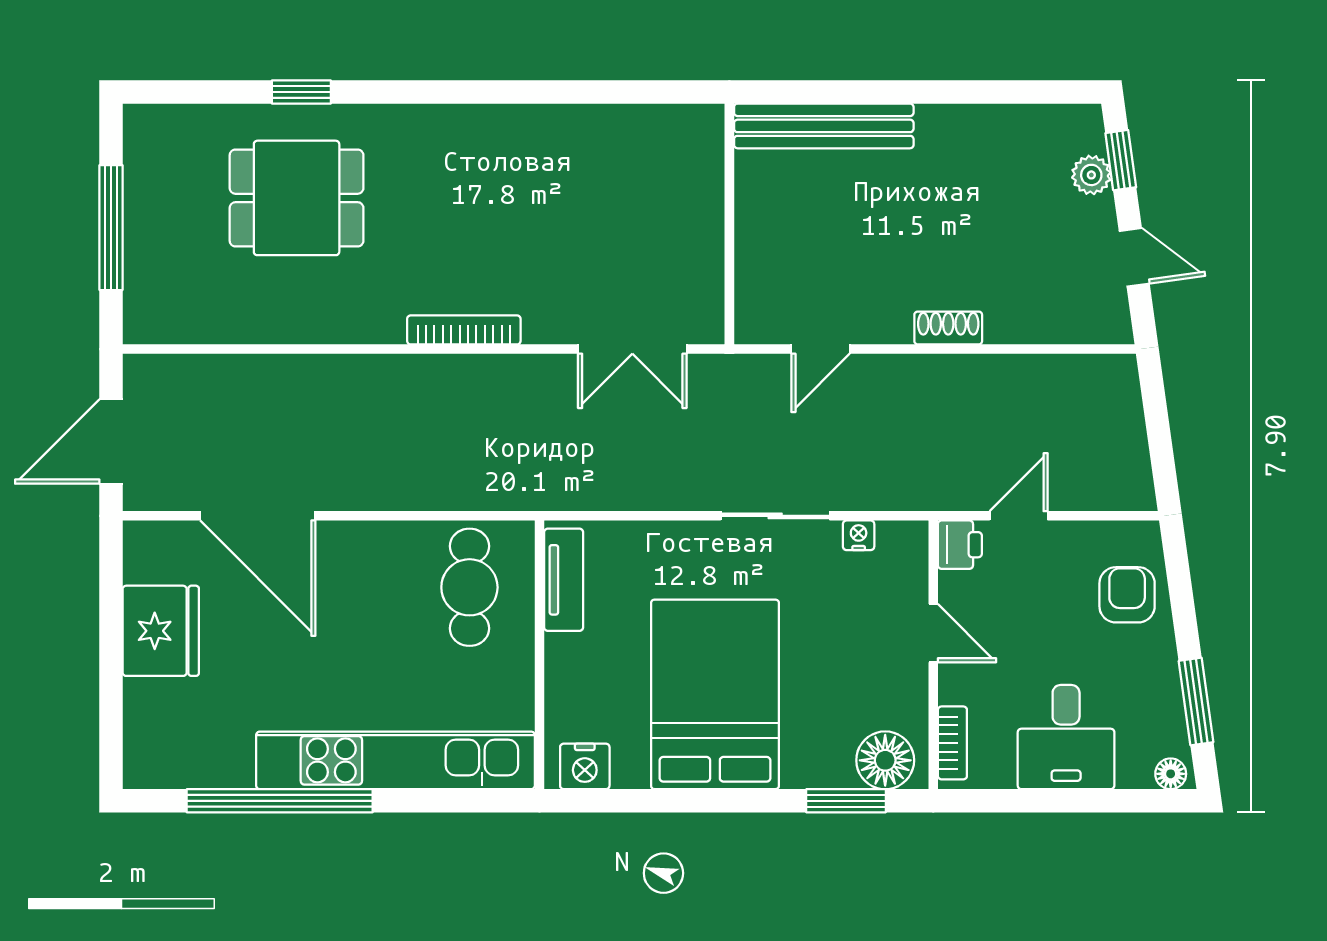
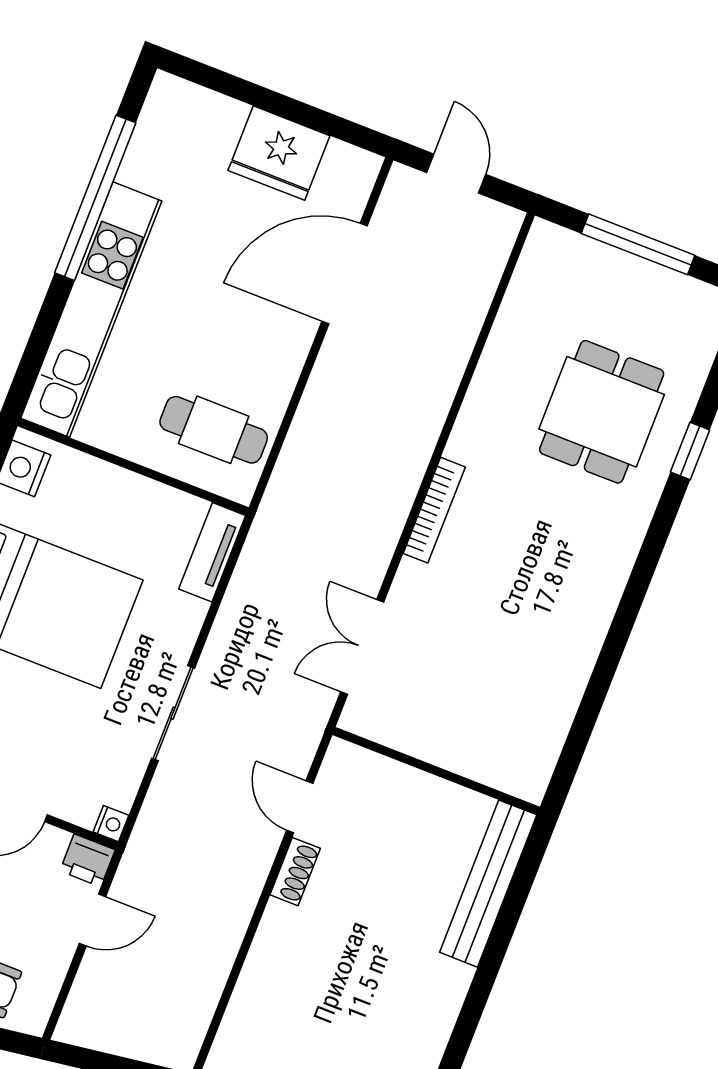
shoe rack: (948, 328) -> (295, 872), moved
door: (111, 441) -> (456, 174), width x0.73
door: (1019, 516) -> (92, 920), hinge flipped
nightstand: (859, 535) -> (111, 824), moved
tv unit: (564, 580) -> (212, 552), moved, turned 90

